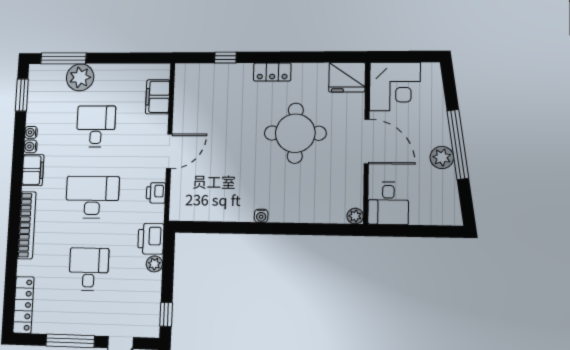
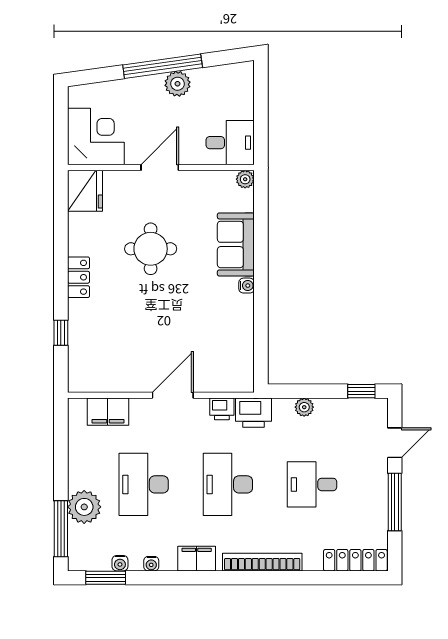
desk: (96, 126) -> (144, 484), width x1.37
round table: (295, 133) -> (151, 249), width x0.73, depth x0.73
door: (367, 141) -> (160, 168), width x0.73
water cooler: (30, 146) -> (120, 563), moved
door: (169, 151) -> (173, 395), hinge flipped
sofa: (297, 207) -> (236, 244), added
printer: (151, 239) -> (254, 413), moved

